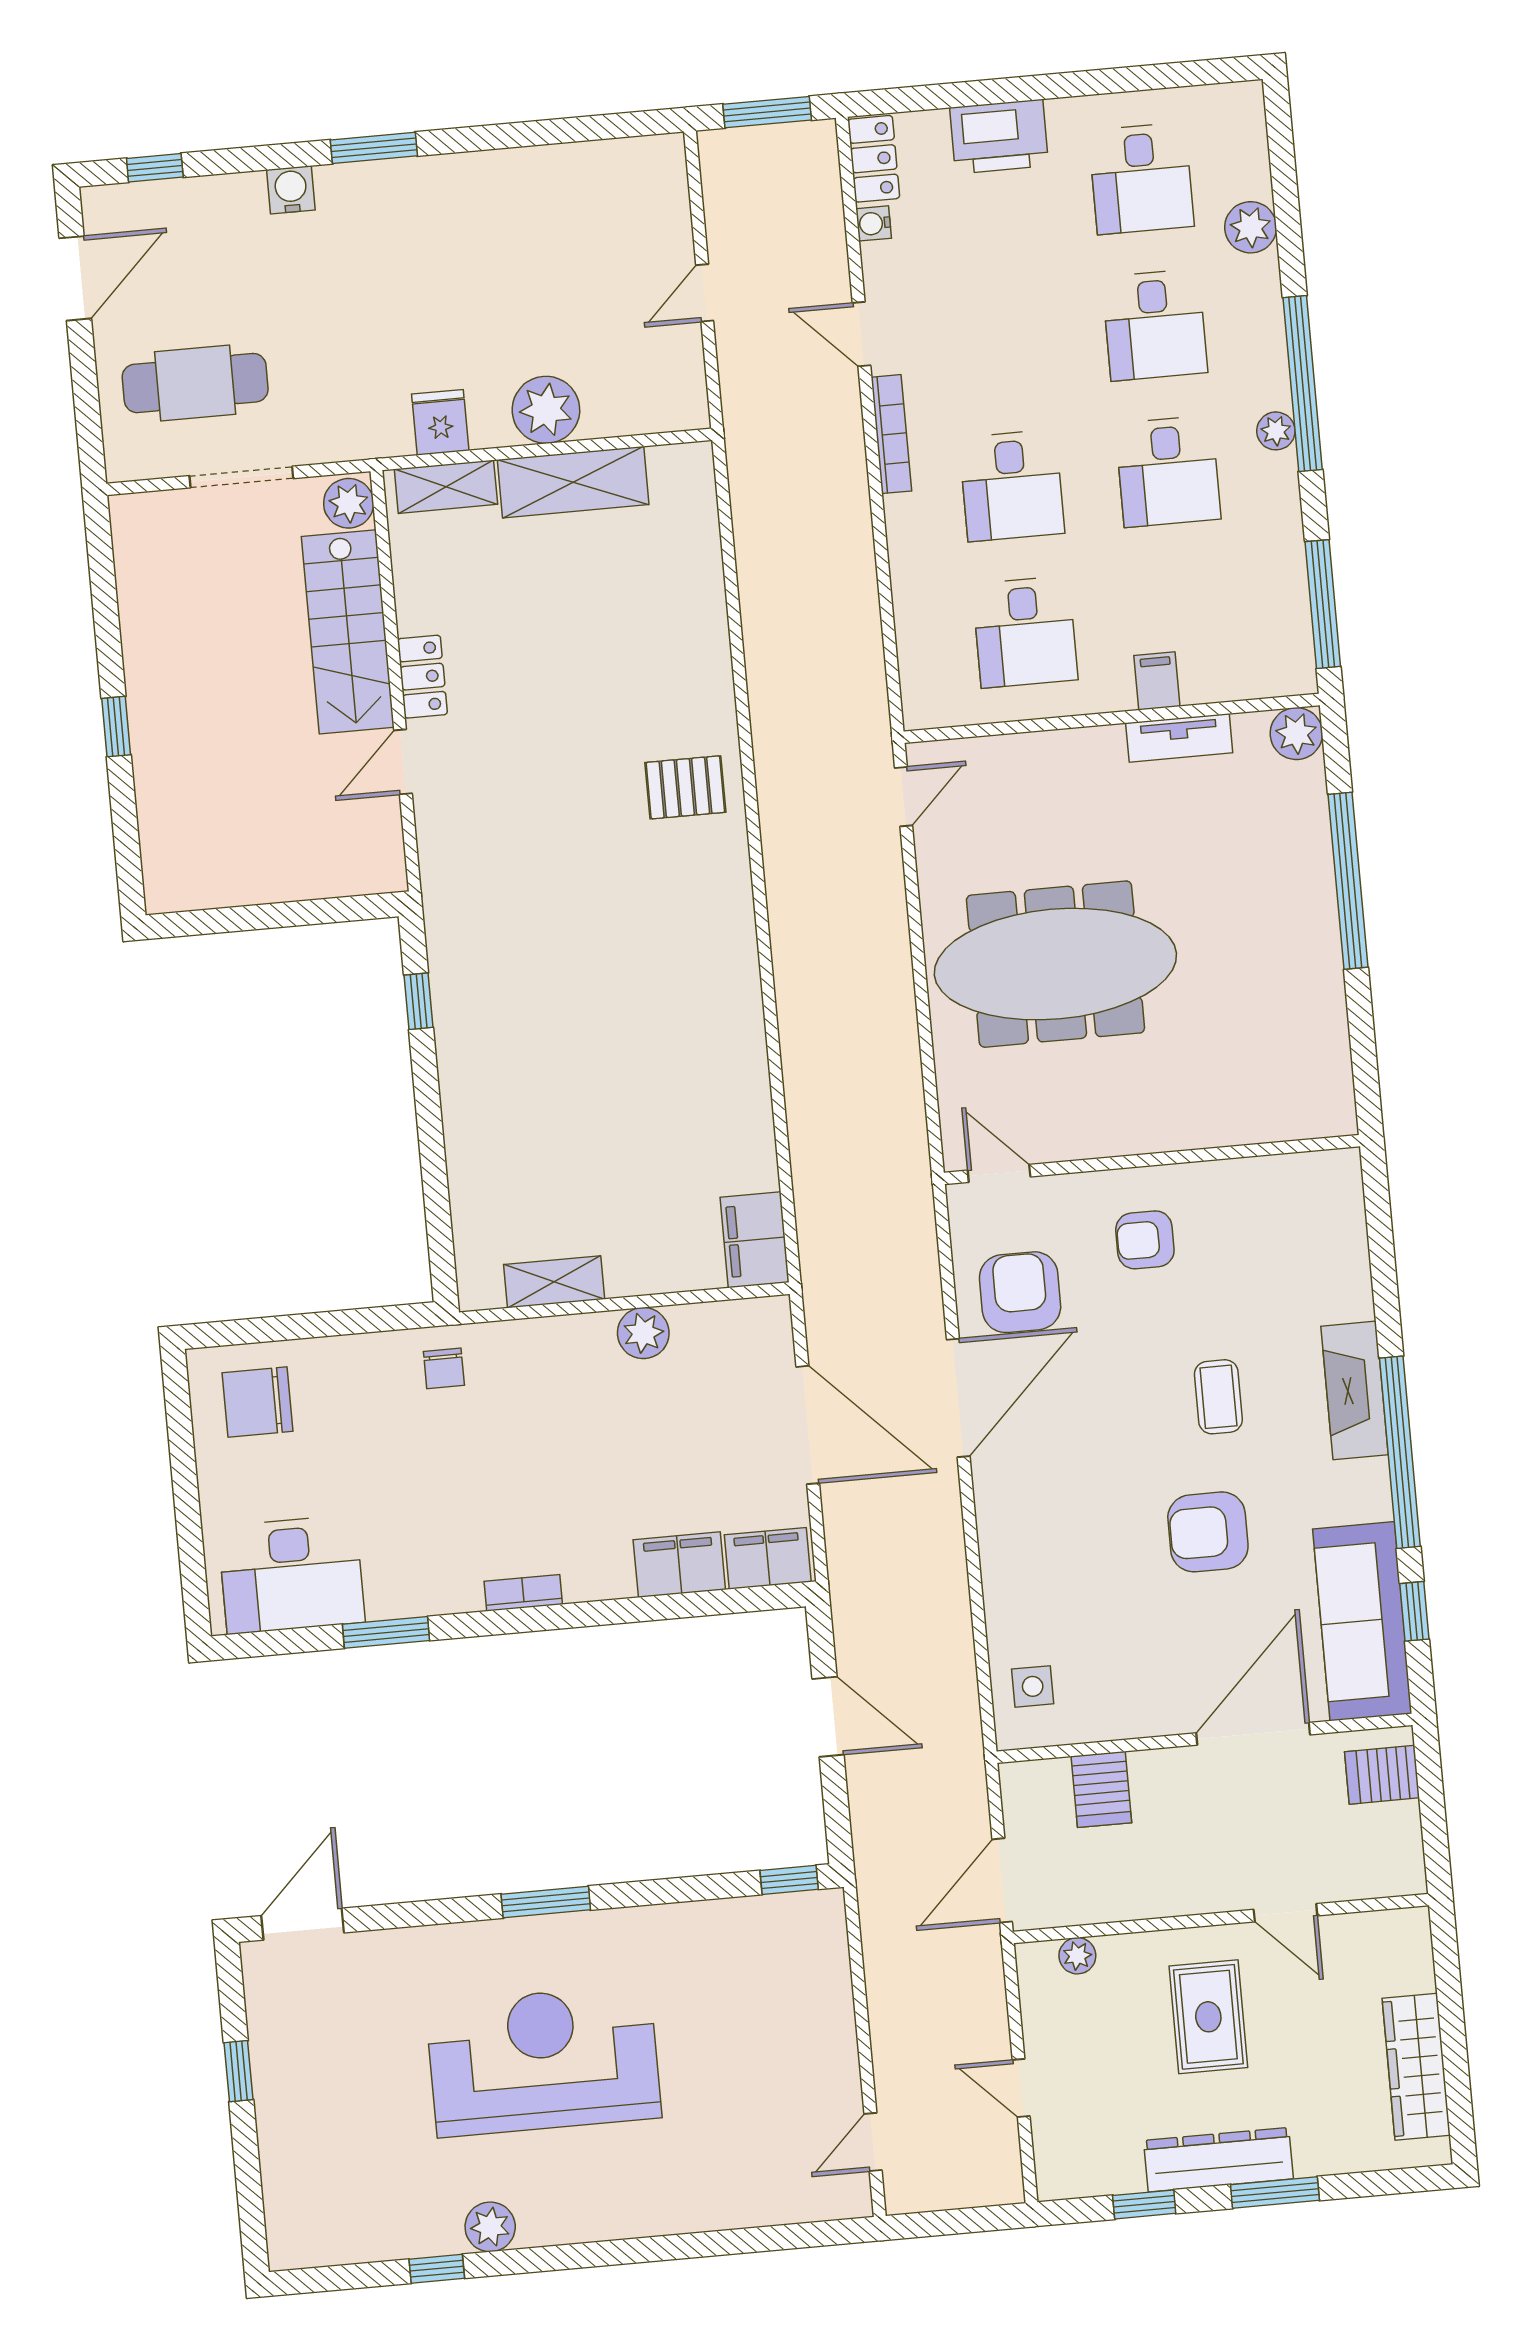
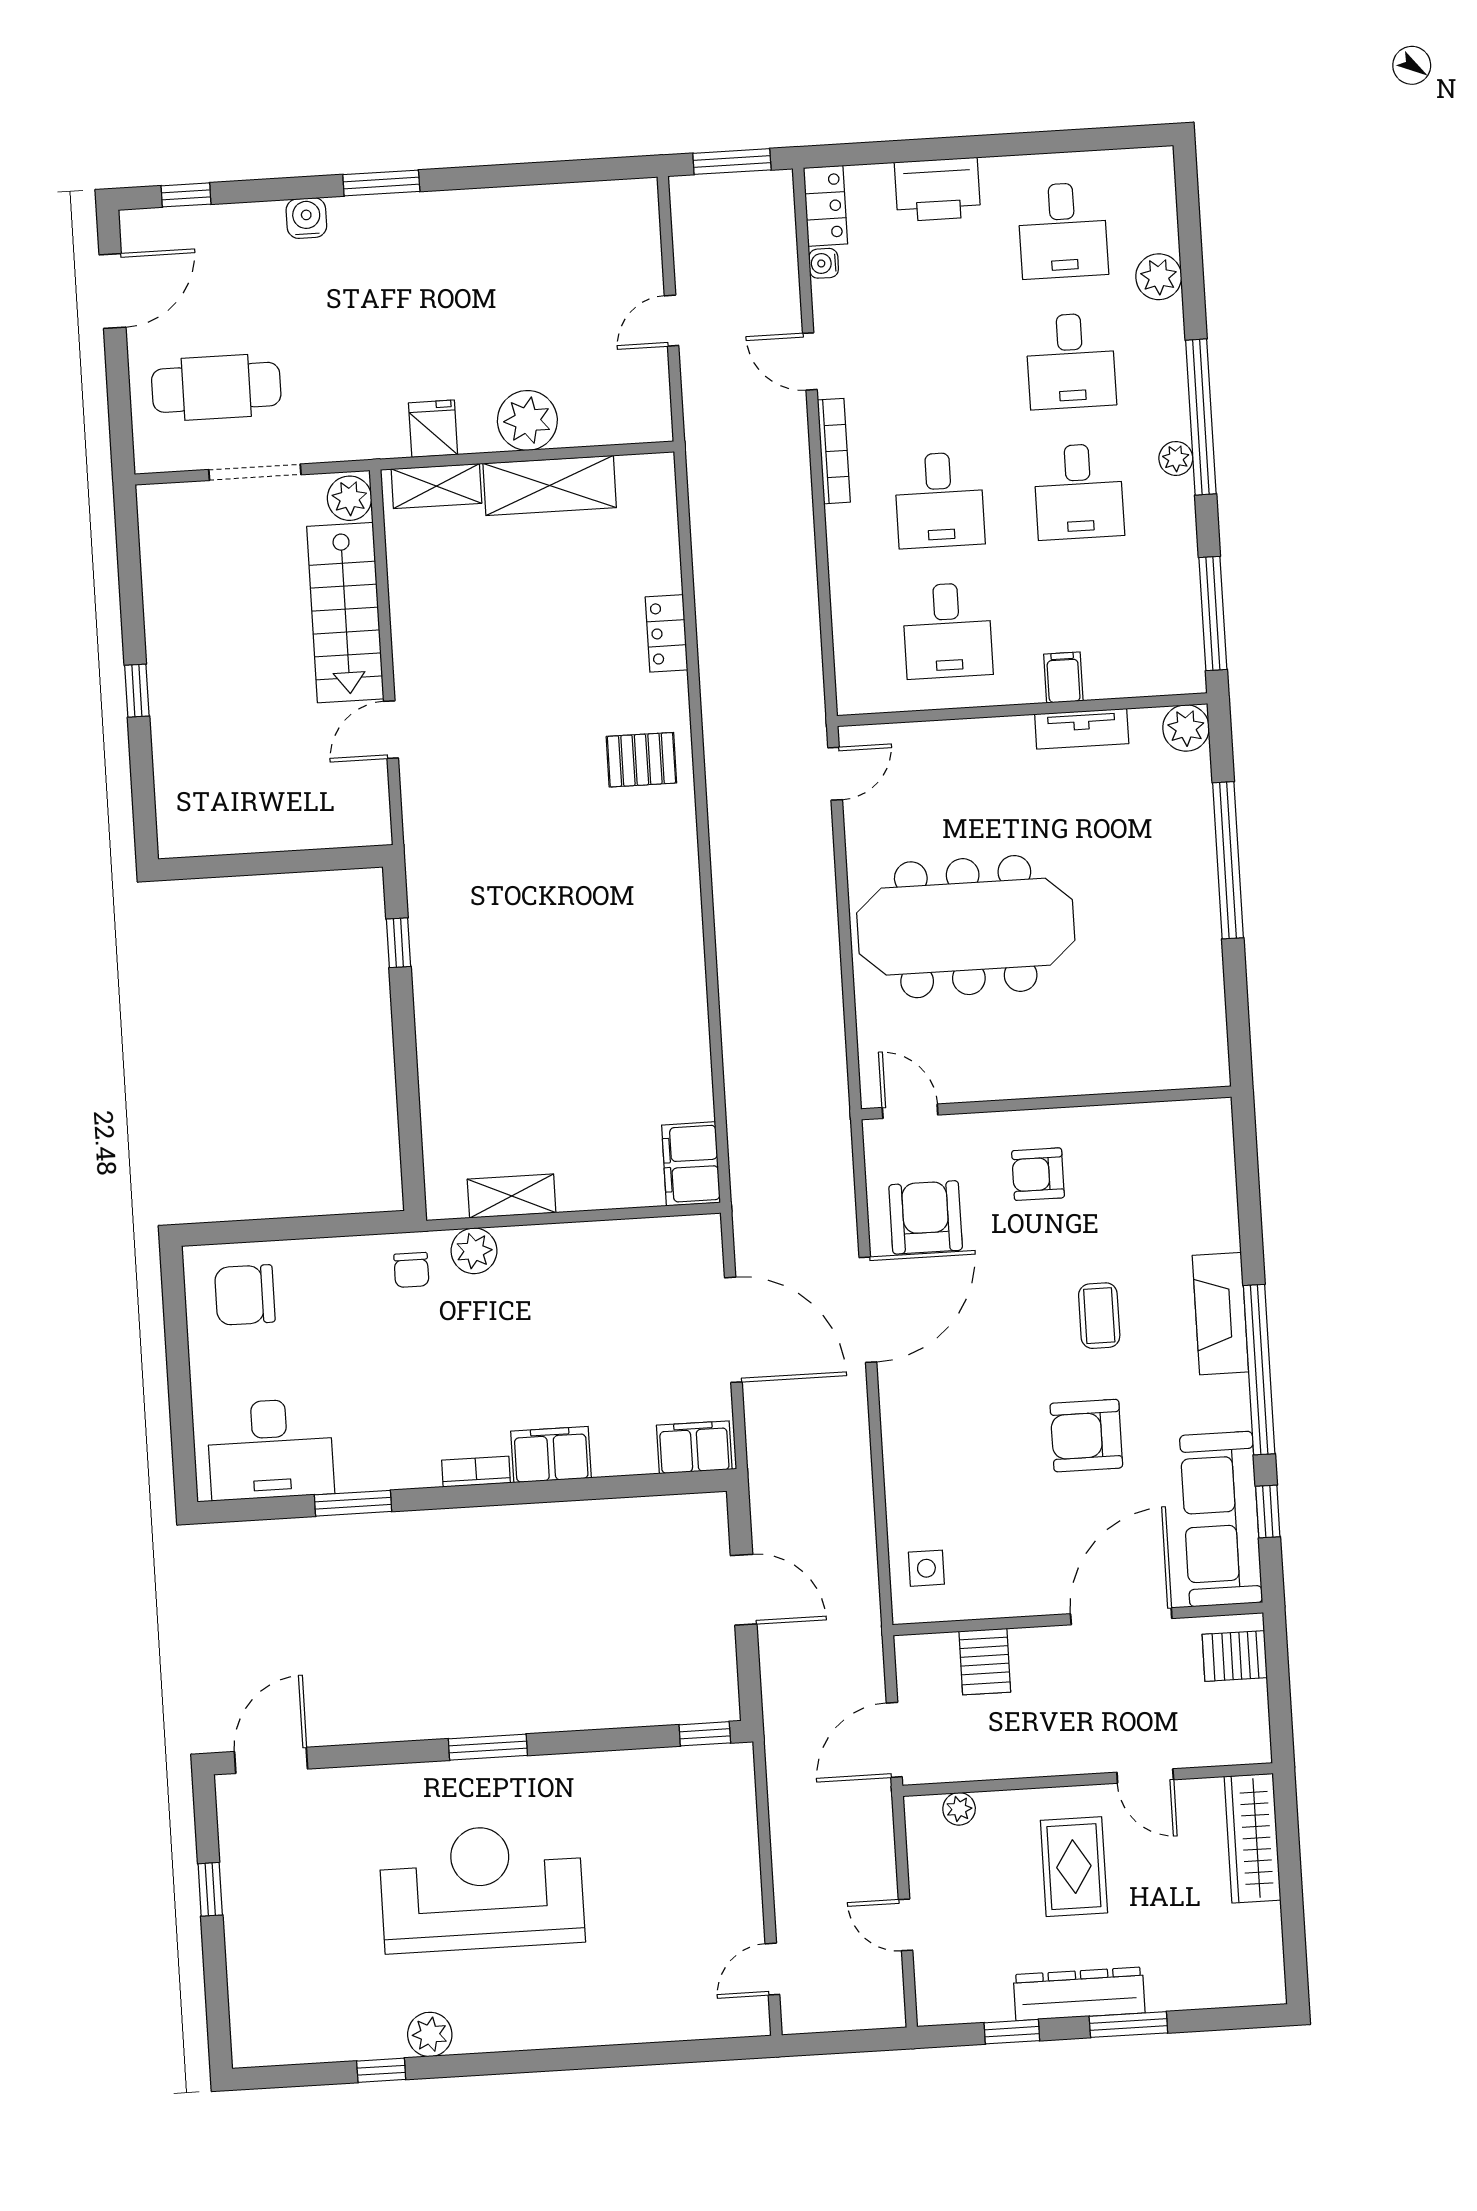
locker: (422, 677) -> (667, 633), moved, turned 180
plant: (643, 1333) -> (474, 1251), moved
filing cabinet: (679, 1565) -> (551, 1455), moved
wardrobe: (1416, 2067) -> (1253, 1838), moved

